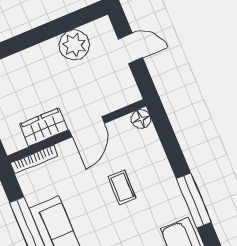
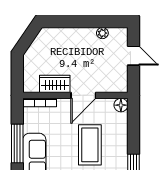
plant: (74, 45) -> (102, 33), width x0.53, depth x0.53
coffee table: (122, 187) -> (90, 145), width x1.86, depth x1.72

